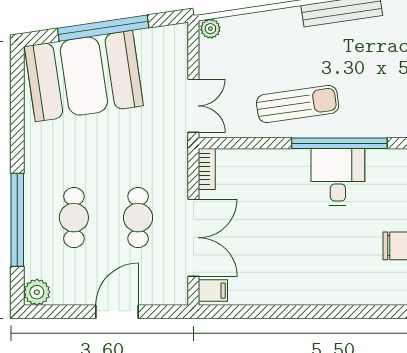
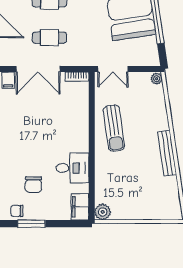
window: (339, 143) -> (92, 152), removed
desk: (338, 177) -> (72, 168), moved

